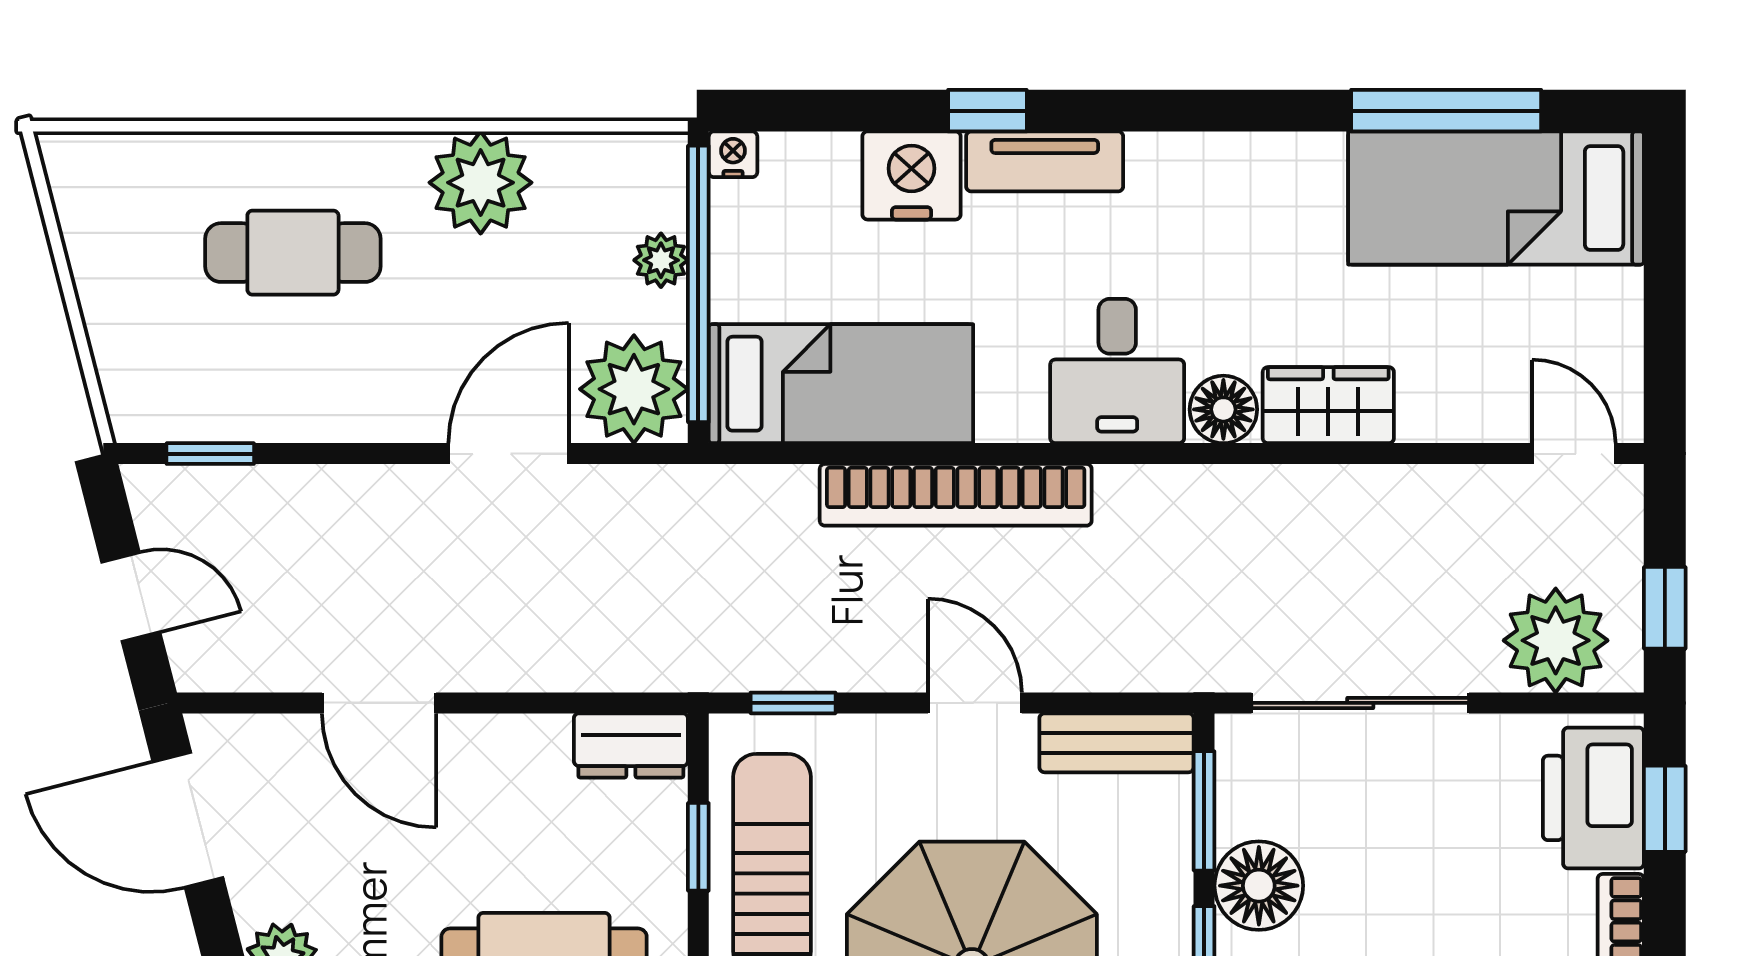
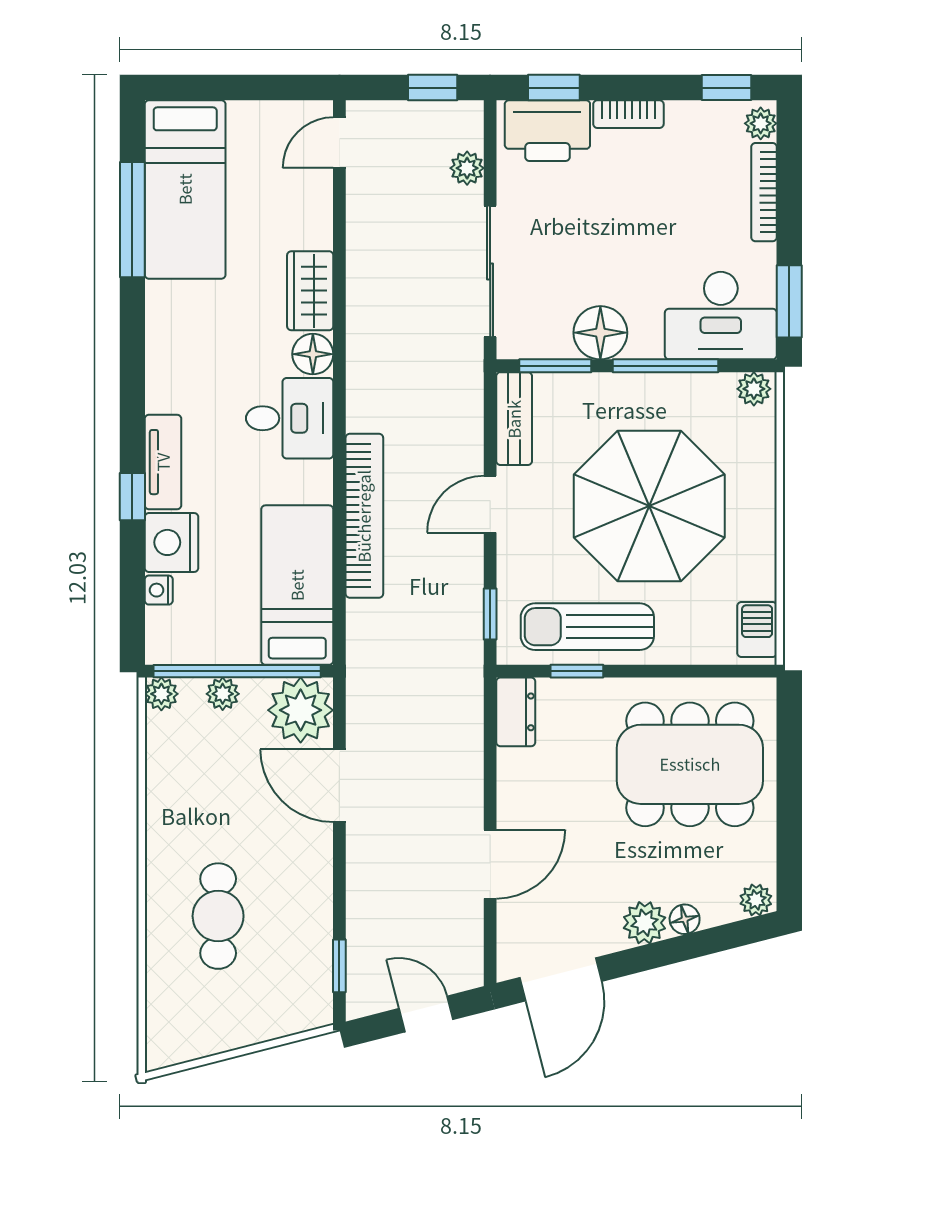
nightstand: (733, 154) -> (159, 590), moved
plant: (481, 183) -> (161, 694), moved, width x0.53, depth x0.53
door: (131, 597) -> (426, 1014), hinge flipped
plant: (1556, 640) -> (467, 168), width x0.53, depth x0.53

